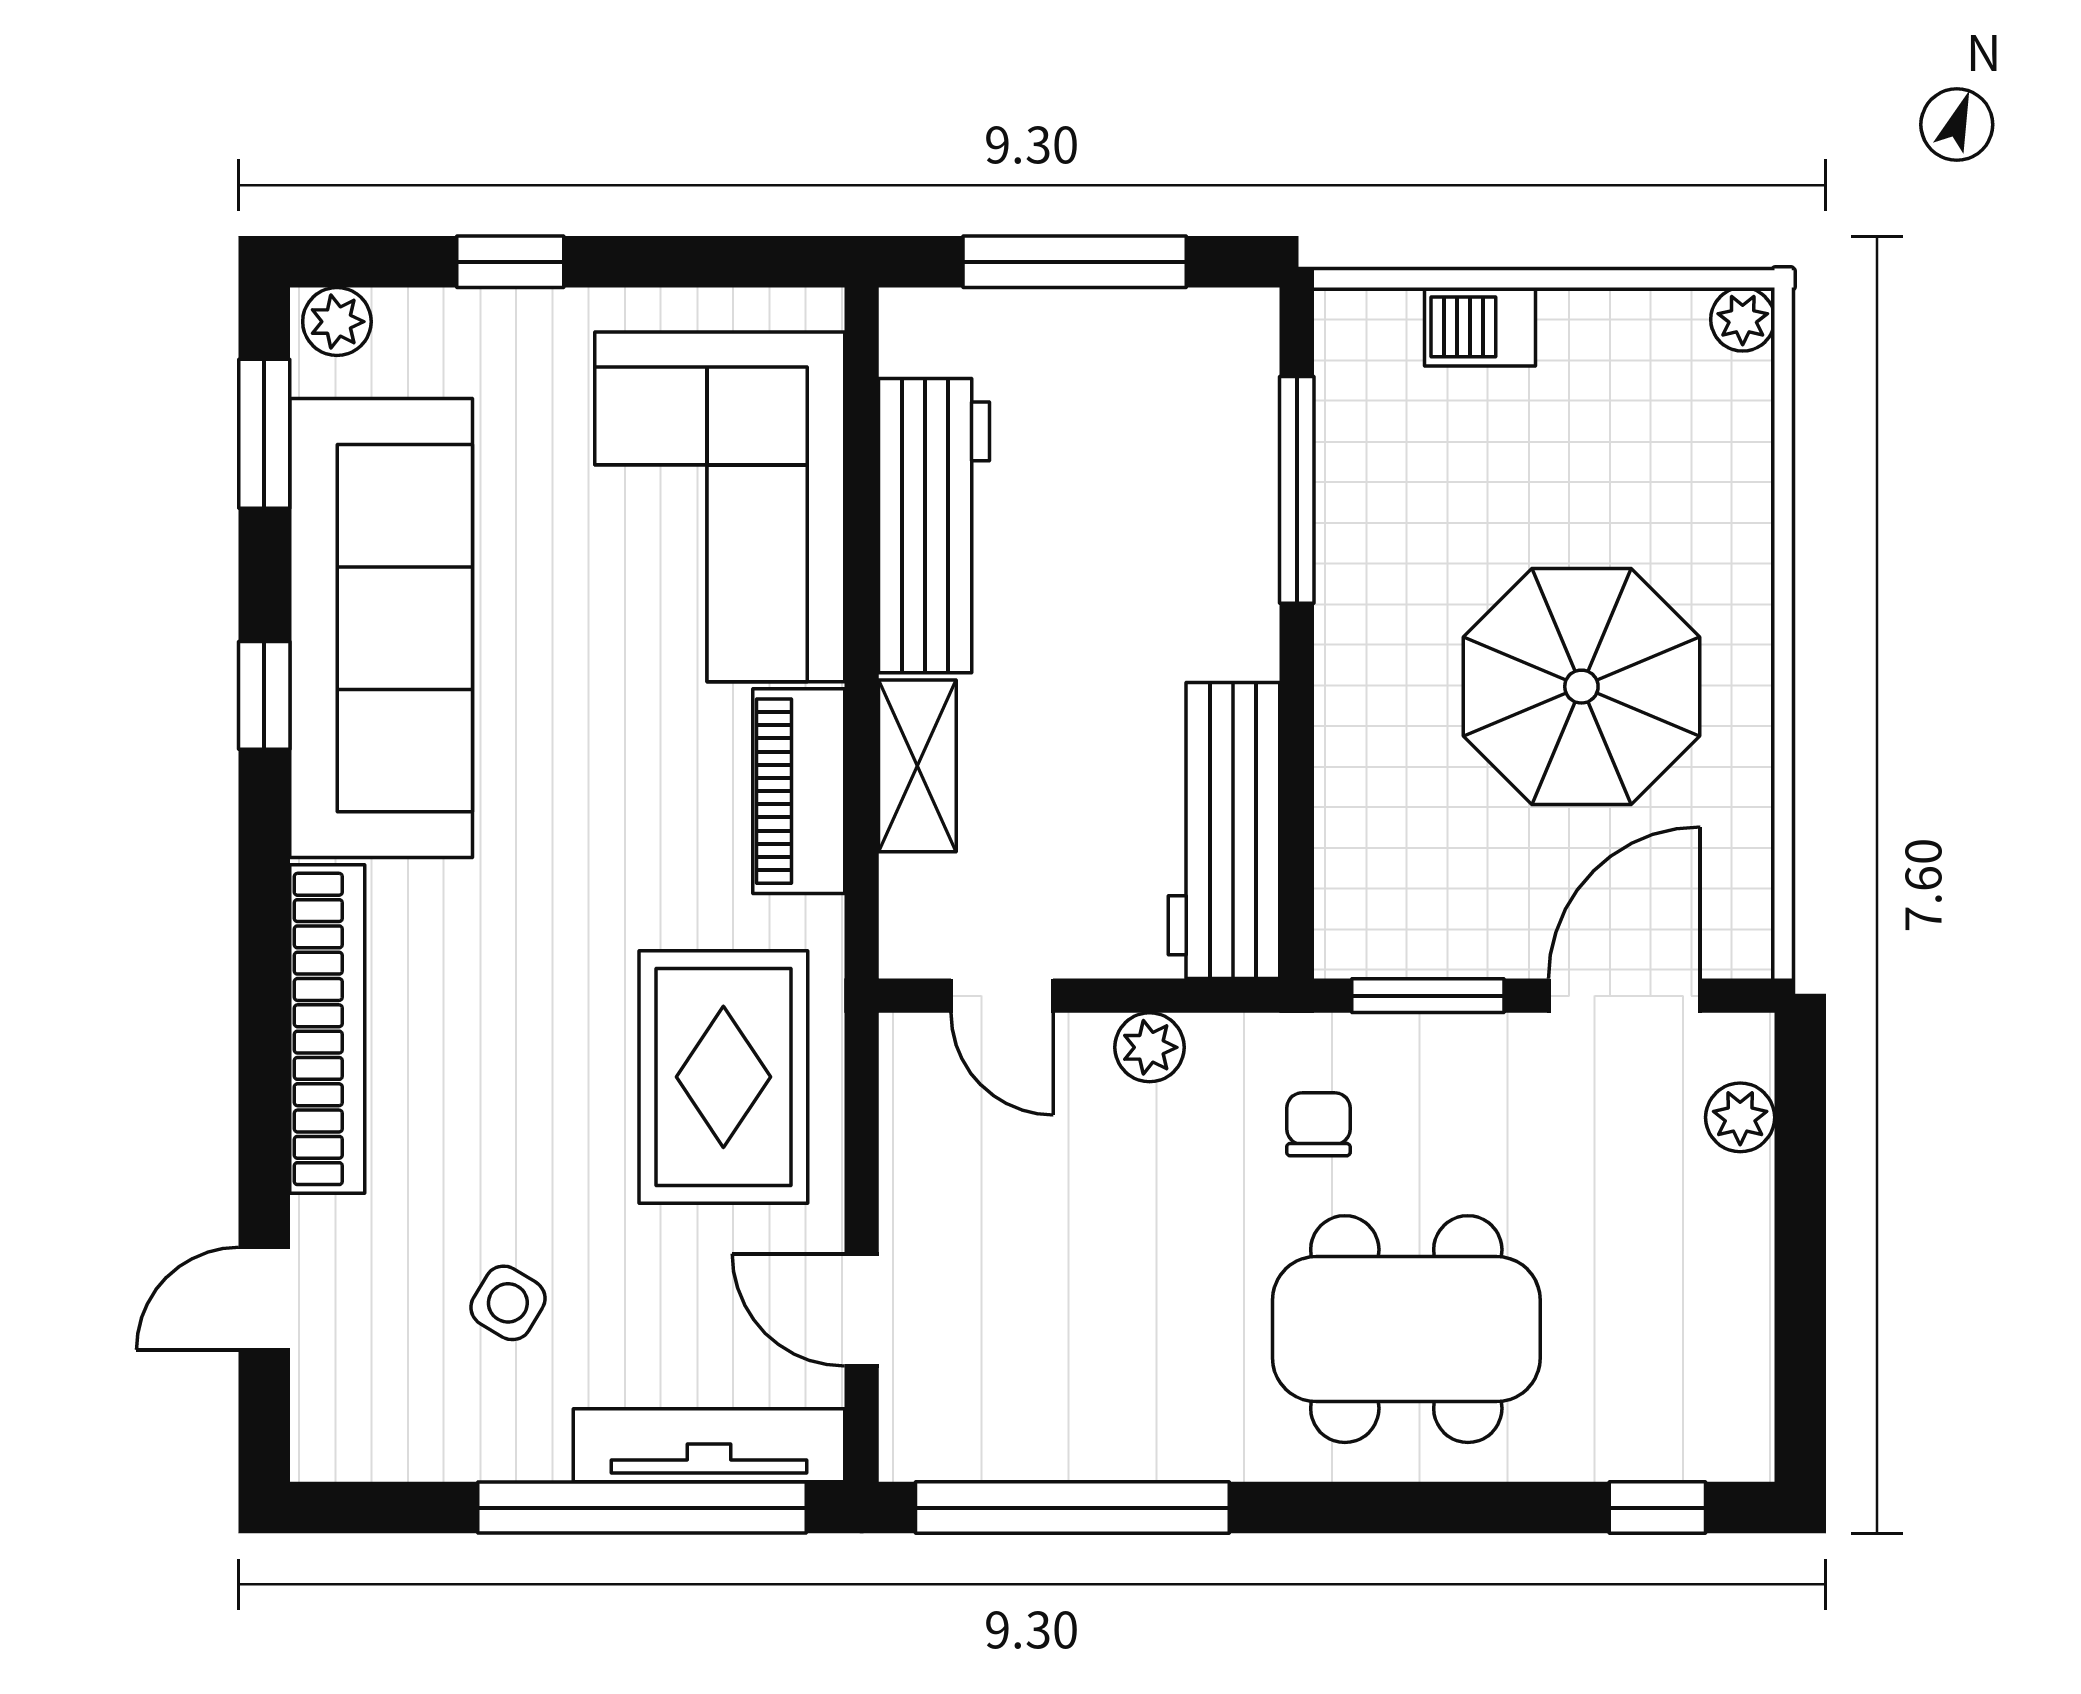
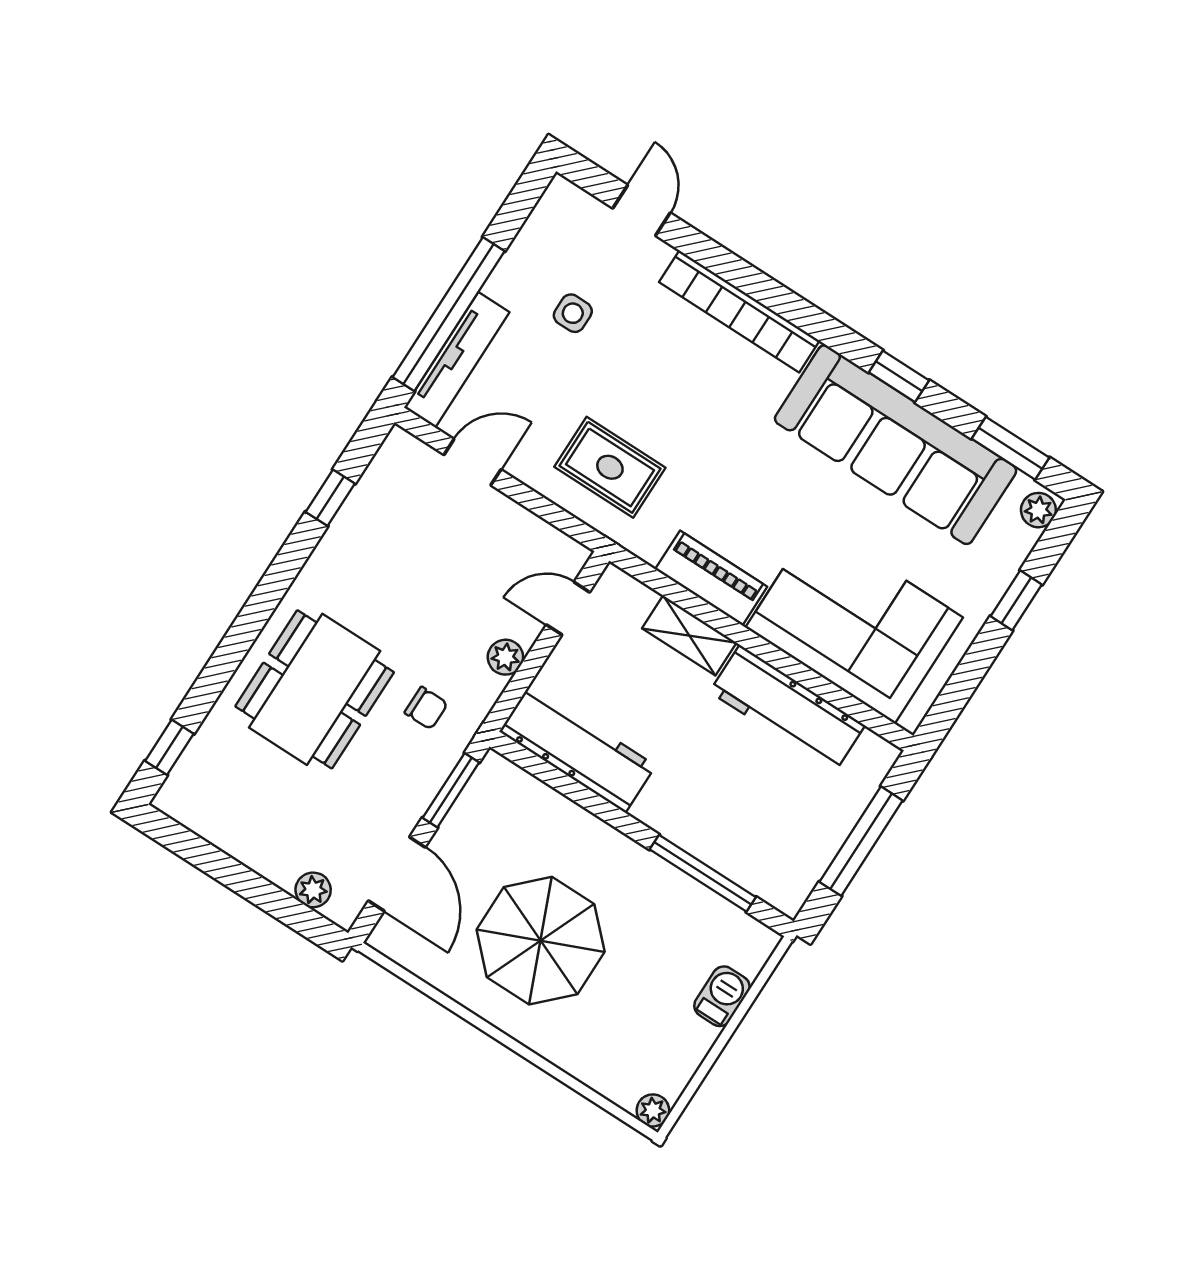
rug: (723, 1077) -> (610, 467), width x0.73, depth x0.70
side table: (508, 1303) -> (573, 313), turned -31
window: (1072, 1508) -> (330, 498), width x0.32

